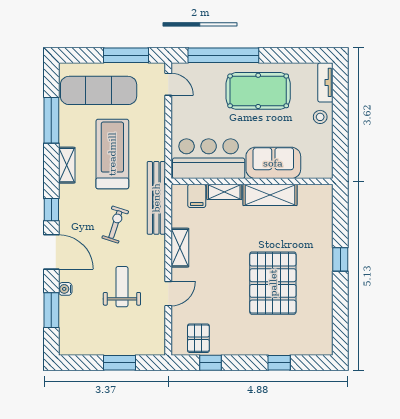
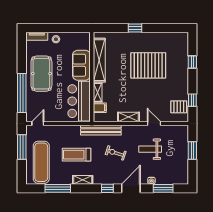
treadmill: (112, 154) -> (77, 155), width x0.73, depth x0.73
shelving: (270, 195) -> (99, 60), width x1.47

